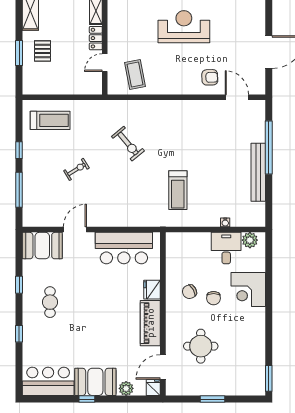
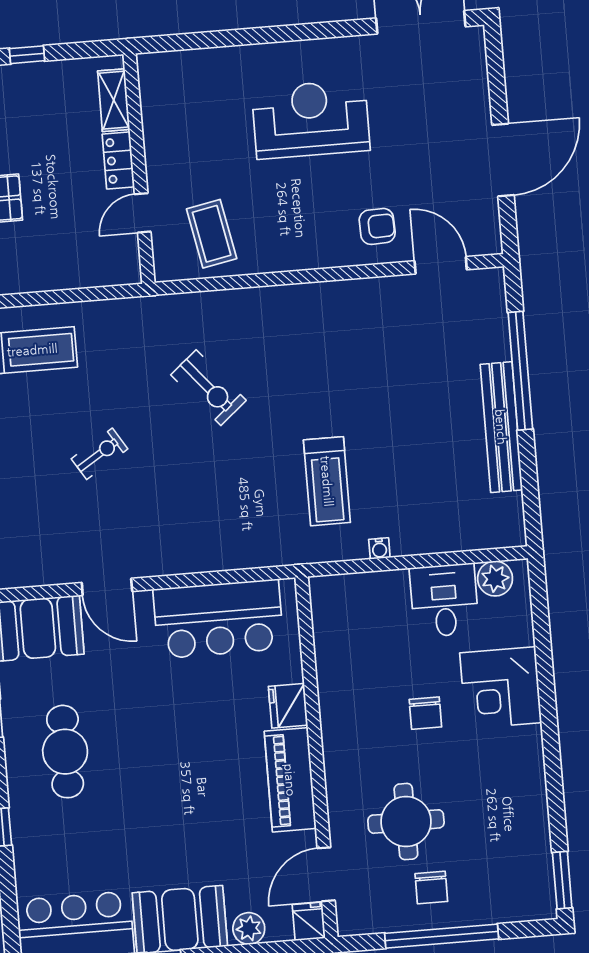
water cooler: (225, 222) -> (379, 548), moved
door: (75, 230) -> (107, 587), swing flipped
chair: (189, 292) -> (431, 888), moved, turned -60
cafe table: (50, 302) -> (65, 752), width x1.37, depth x1.35
window: (213, 399) -> (442, 936), width x2.11

